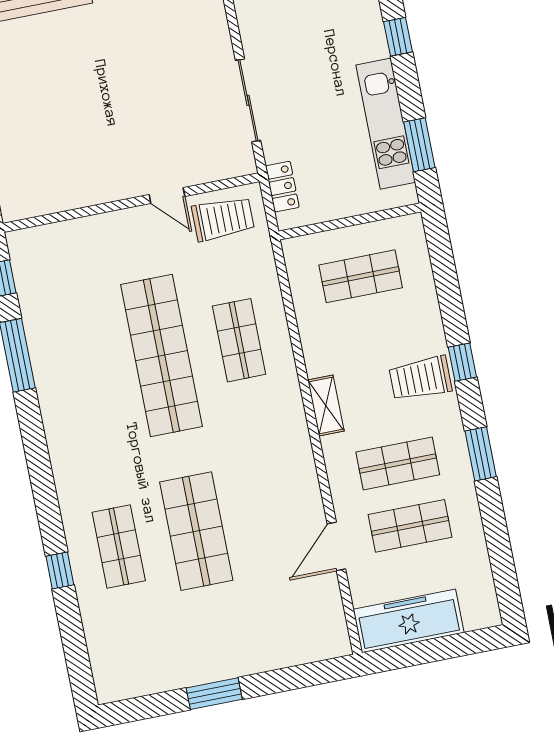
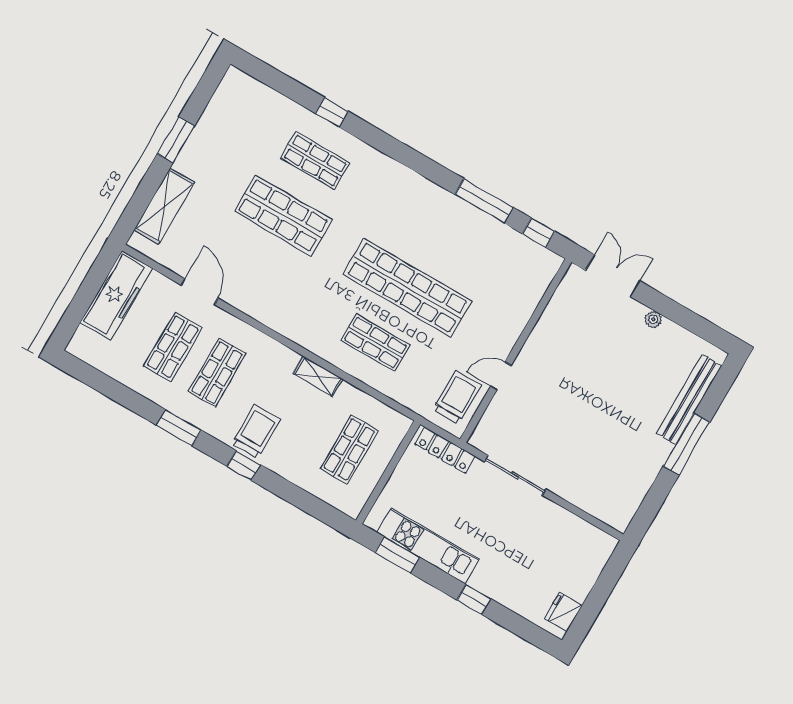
locker: (282, 187) -> (445, 450), width x1.53
trolley: (223, 219) -> (457, 397), turned 180
shelving: (326, 406) -> (318, 376), moved
shelving: (286, 650) -> (164, 206), added

